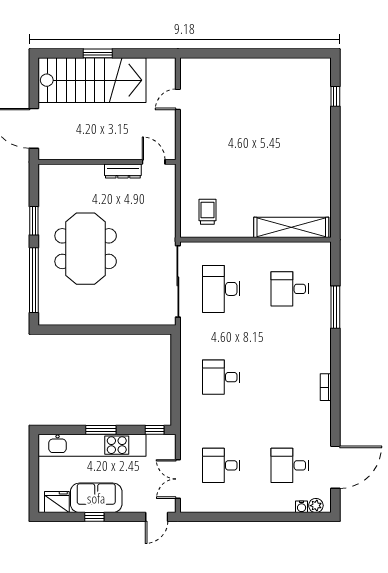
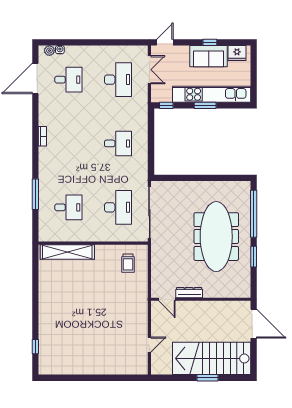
meeting table: (86, 249) -> (216, 237), width x1.36
desk: (221, 465) -> (118, 80), width x1.37

